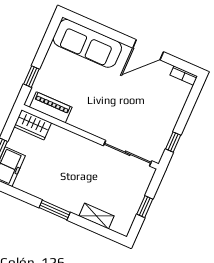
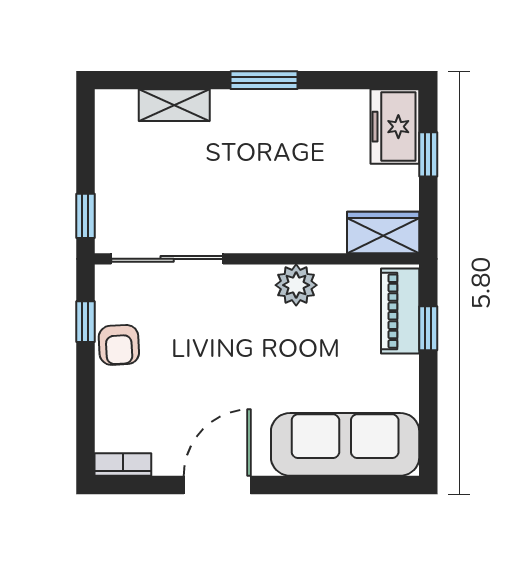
piano: (51, 107) -> (400, 311), moved, turned 90
plant: (79, 119) -> (296, 285), added
armchair: (163, 126) -> (119, 345), added
window: (145, 207) -> (85, 216), moved

